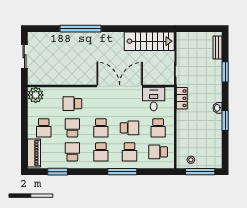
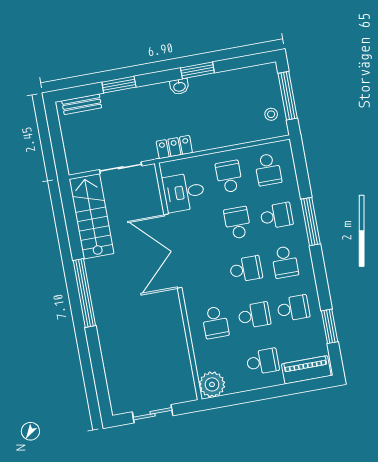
window: (80, 29) -> (84, 293), moved
school desk: (72, 128) -> (254, 315), turned 180
school desk: (158, 128) -> (229, 177), turned -90
school desk: (72, 152) -> (293, 308), turned 180
school desk: (101, 152) -> (285, 262), turned 90

